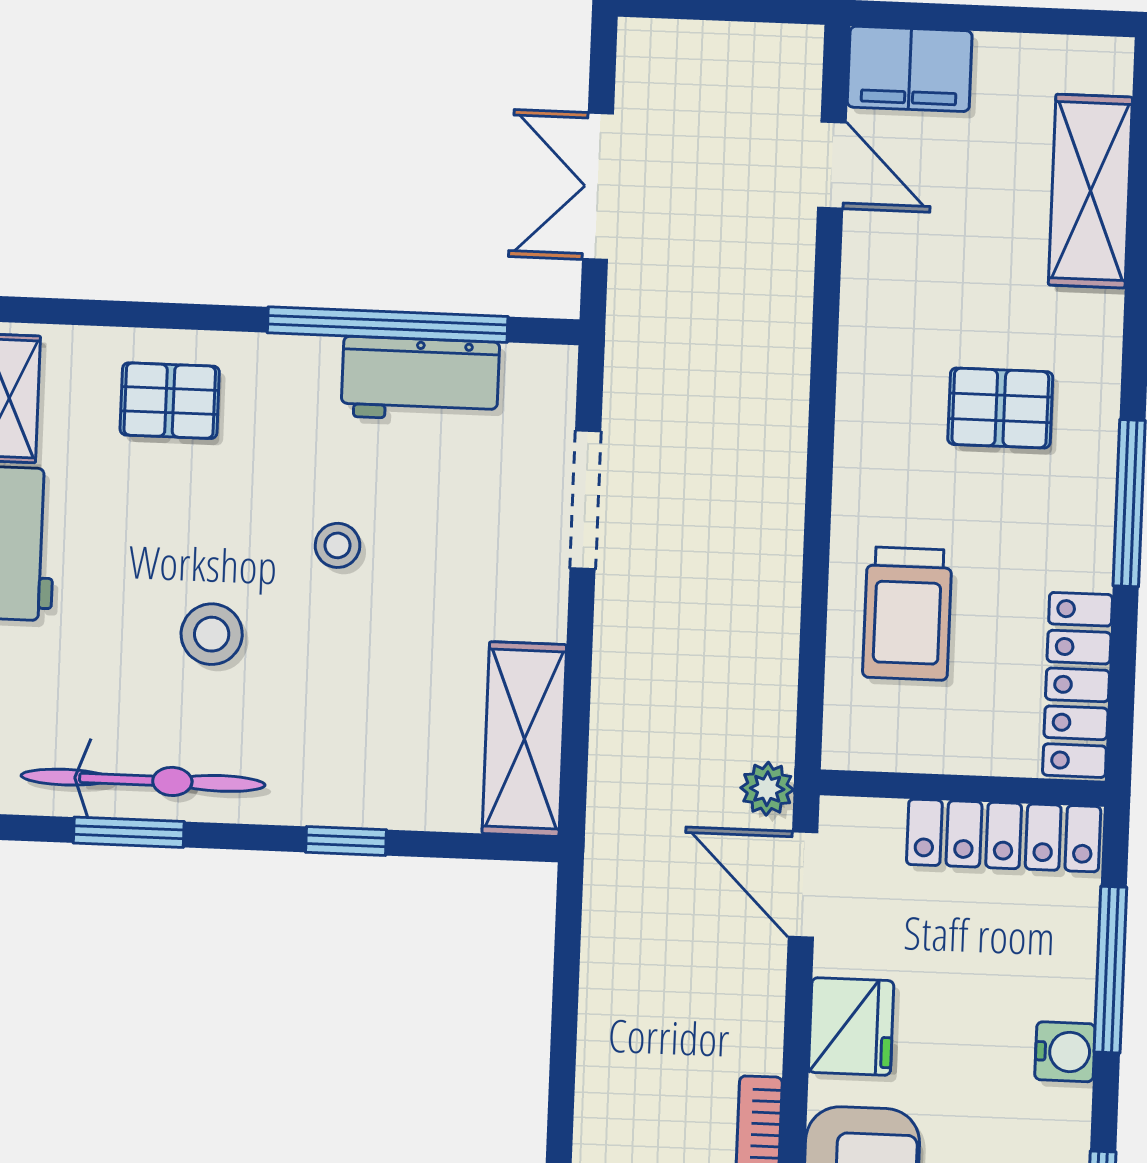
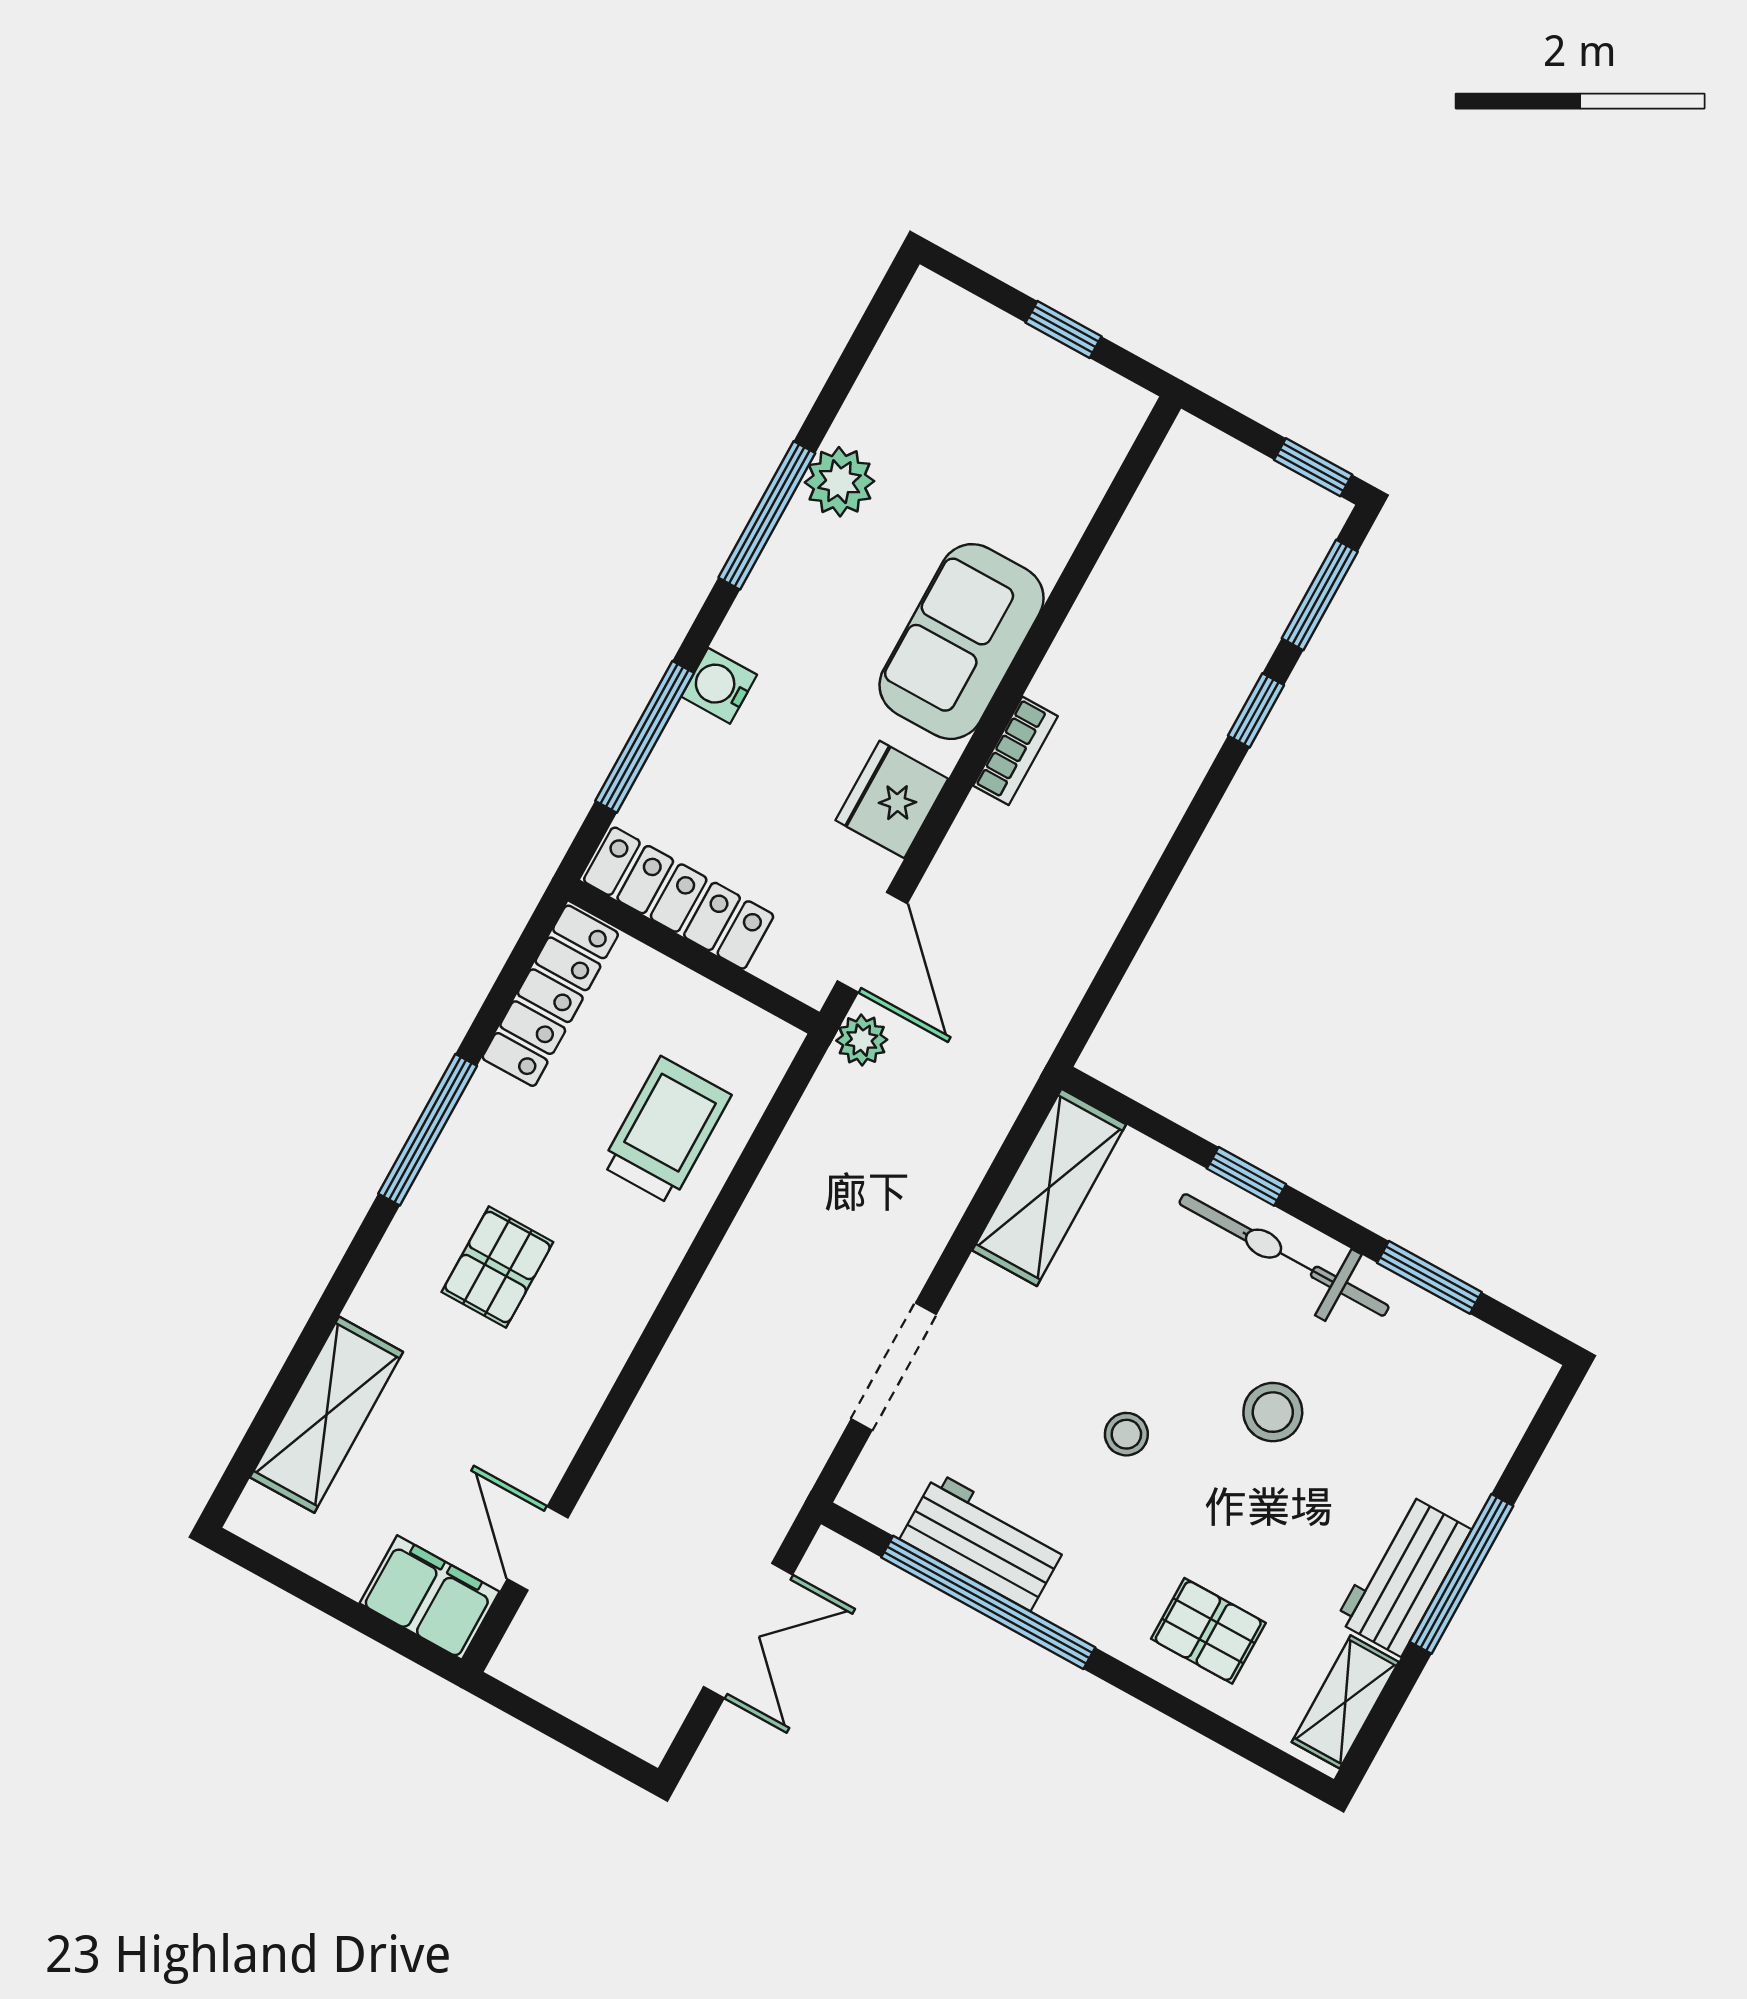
pallet: (1000, 408) -> (497, 1267), turned 90
bicycle: (143, 780) -> (1284, 1255), moved

